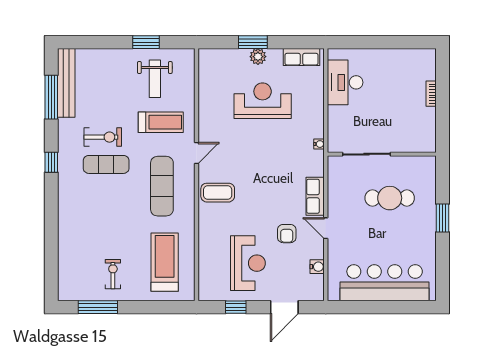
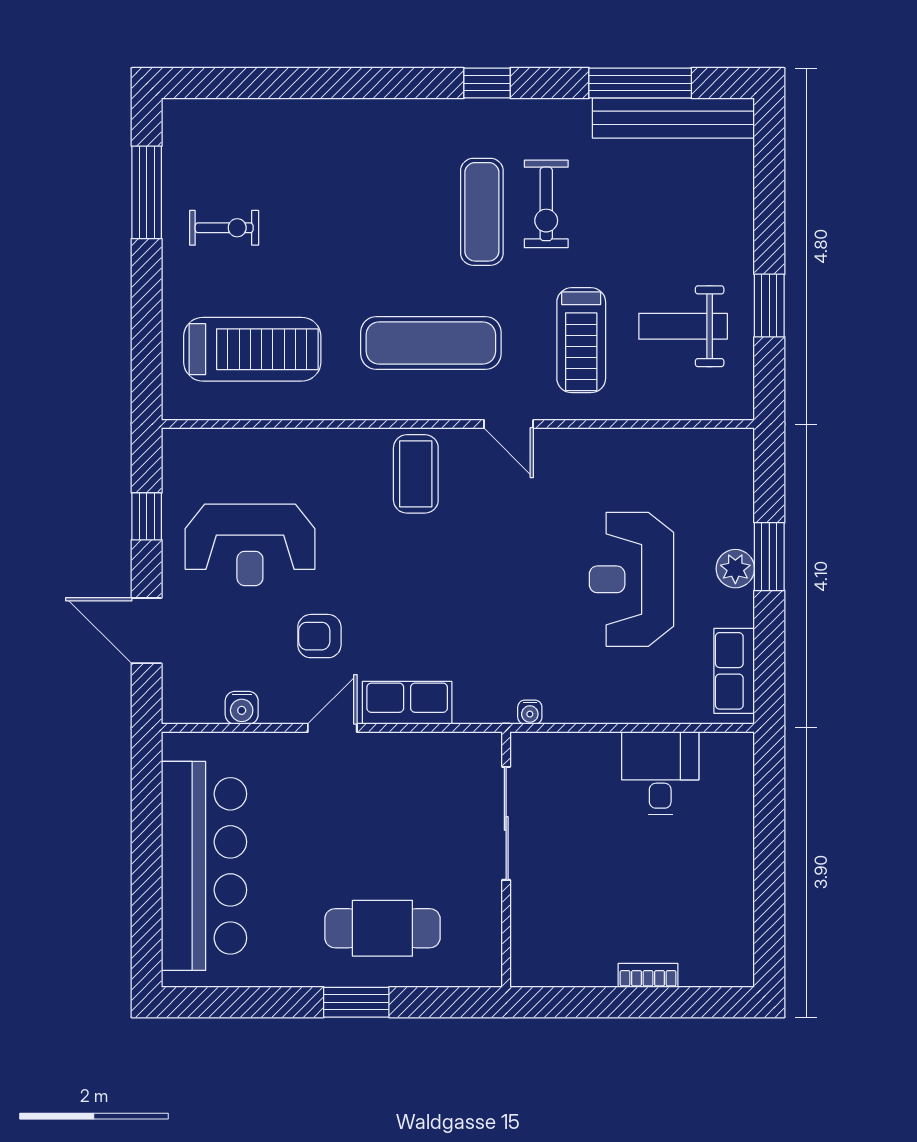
desk: (345, 82) -> (660, 773), width x0.73
reception desk: (263, 101) -> (632, 579), turned 180
cafe table: (390, 198) -> (382, 928), moved, turned 90

